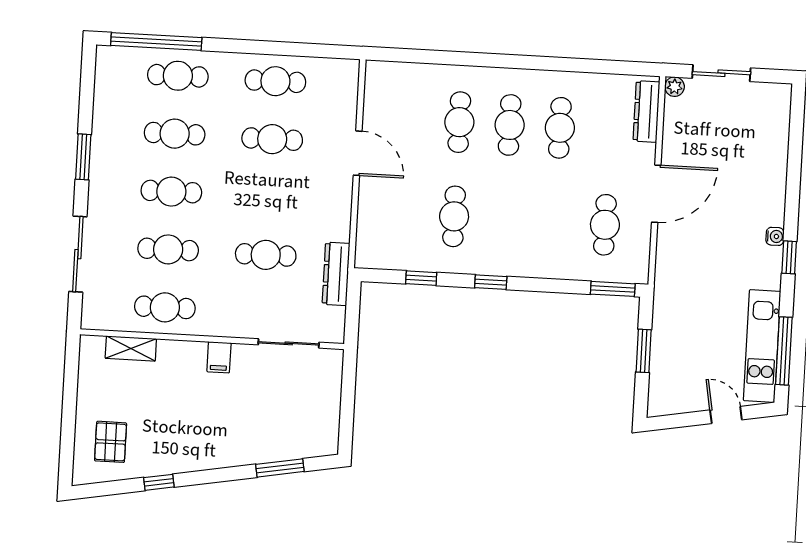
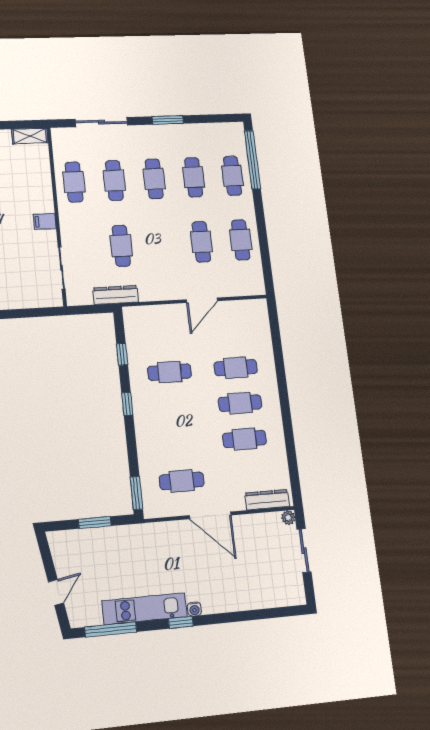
kitchen unit: (762, 346) -> (145, 609), moved
shelving: (131, 348) -> (30, 136), moved, turned 90

